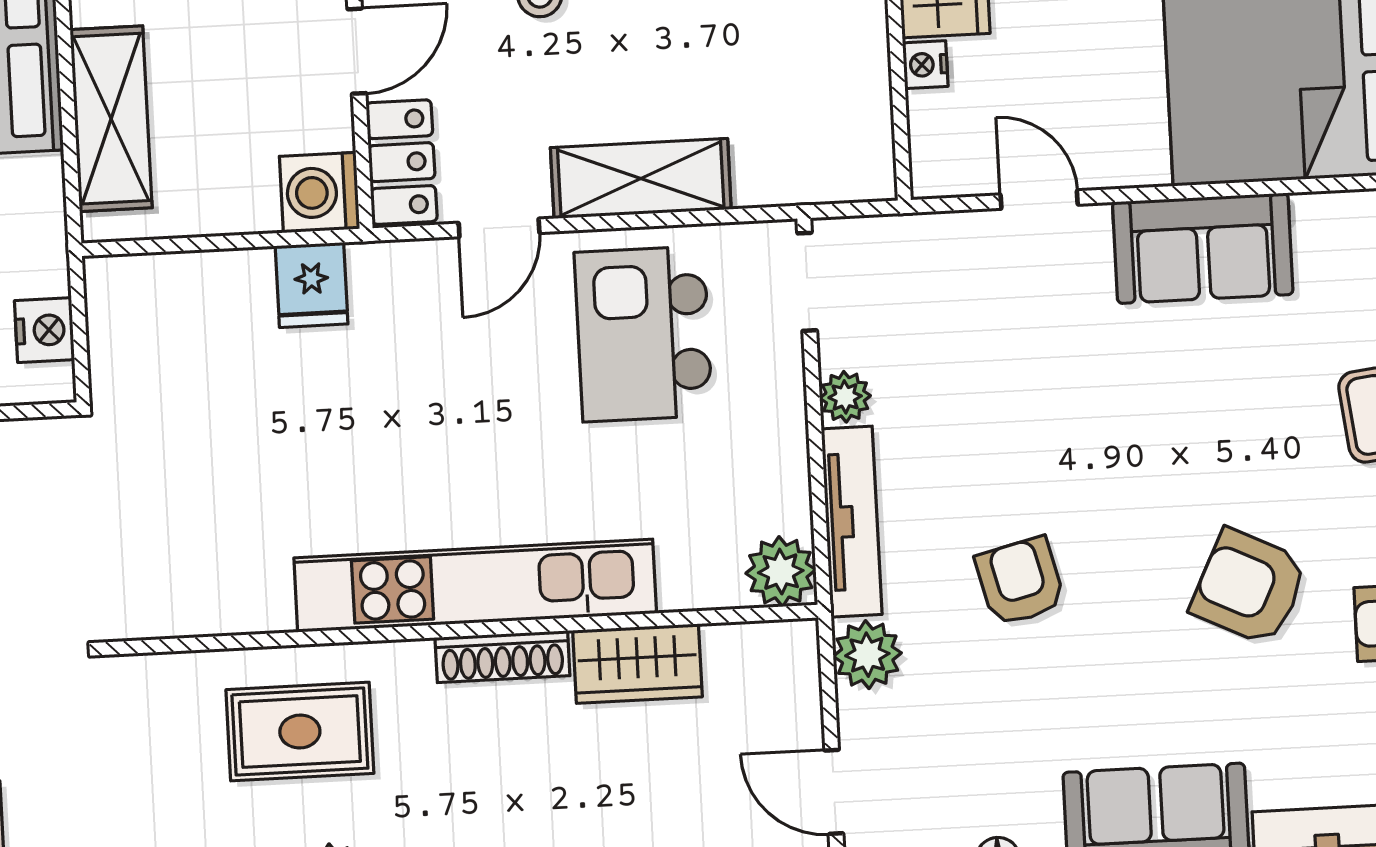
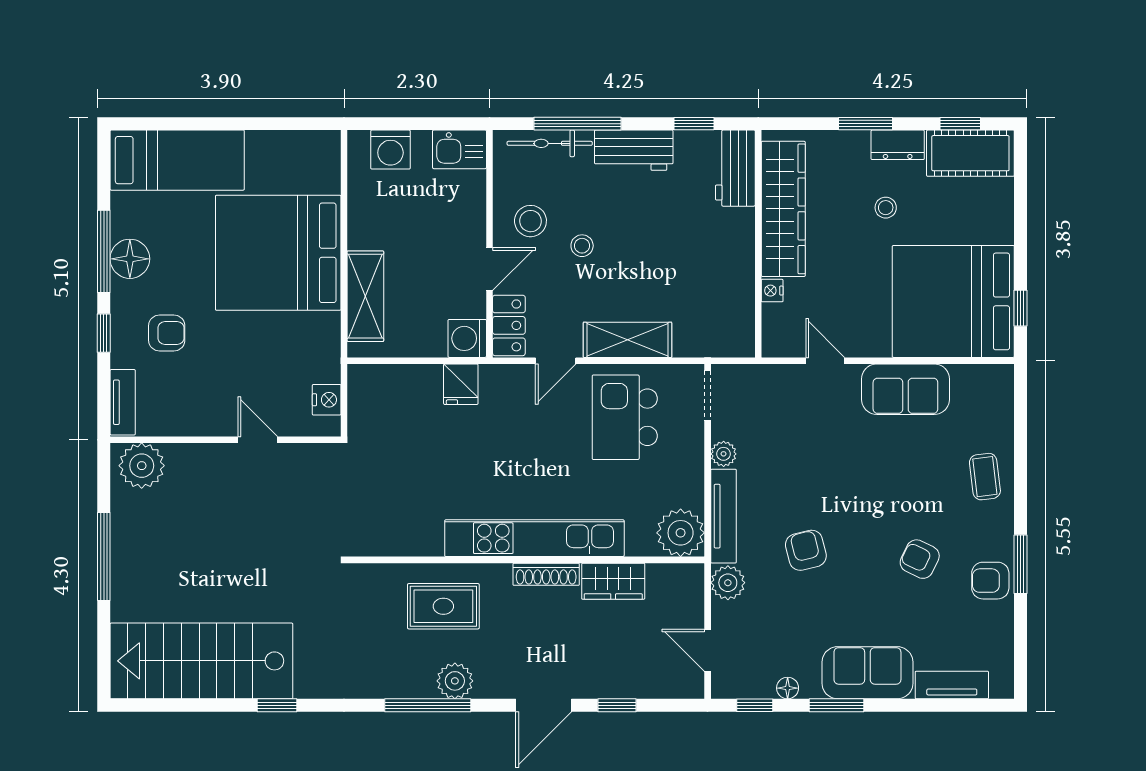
plant: (781, 572) -> (681, 533), width x1.36, depth x1.36
armchair: (1249, 587) -> (920, 559), width x0.72, depth x0.72

